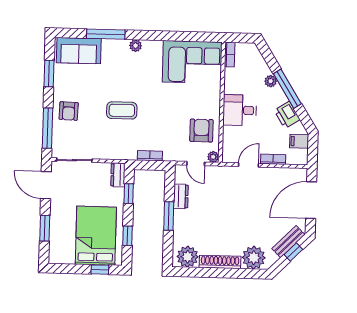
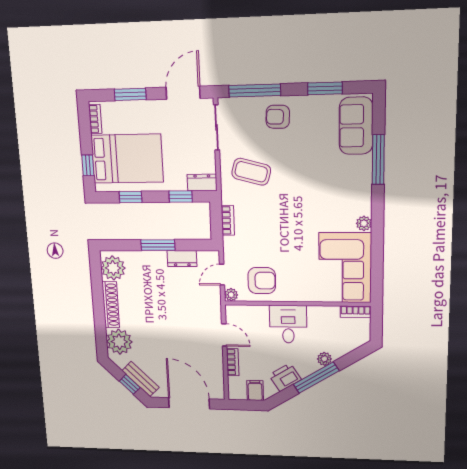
plant: (136, 46) -> (364, 223), moved
coffee table: (122, 110) -> (251, 172), moved, turned -75
bookcase: (63, 259) -> (95, 119), added

